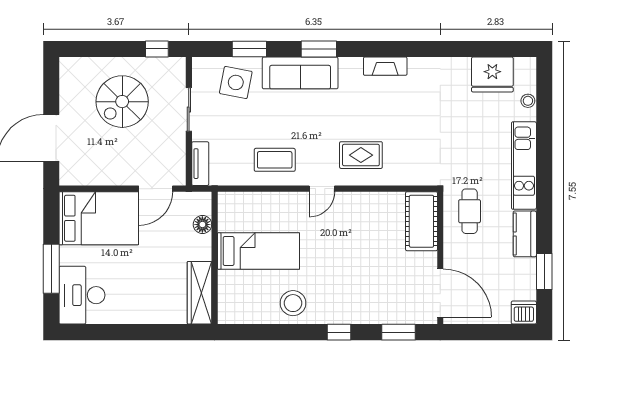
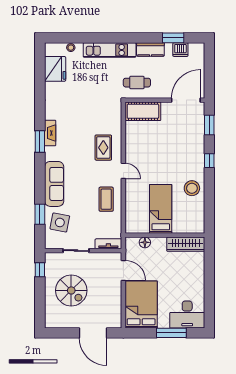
window: (319, 49) -> (40, 142), moved
dishwasher: (524, 313) -> (180, 50), moved, turned -90

